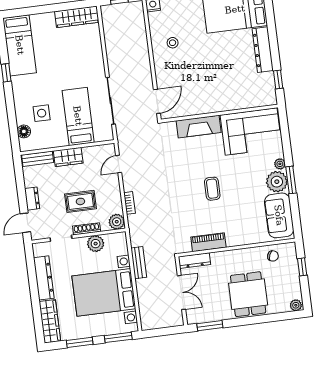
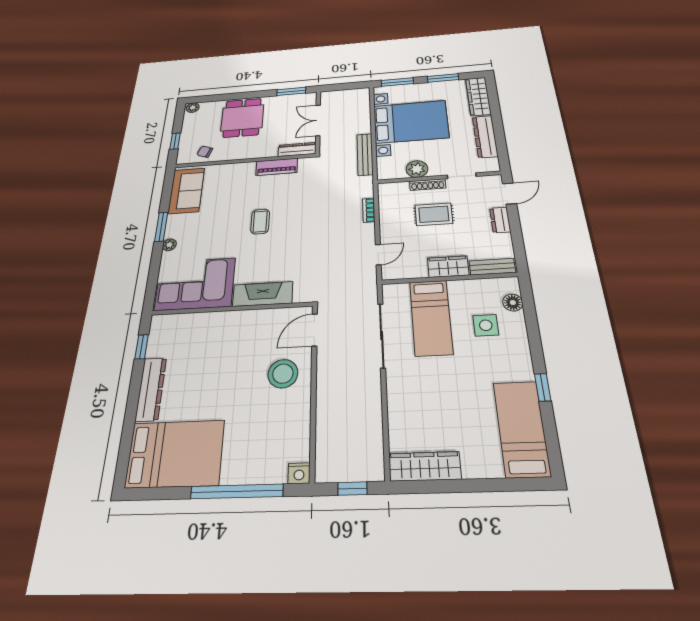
stool: (173, 43) -> (283, 374), moved, width x1.89, depth x1.89
plant: (277, 182) -> (179, 226), removed
plant: (117, 222) -> (388, 191), removed
bench: (139, 263) -> (365, 154), width x1.36

